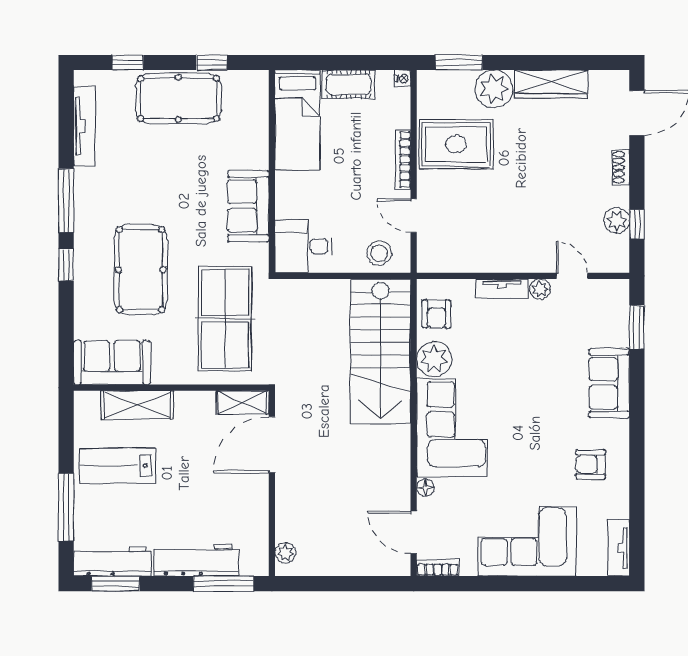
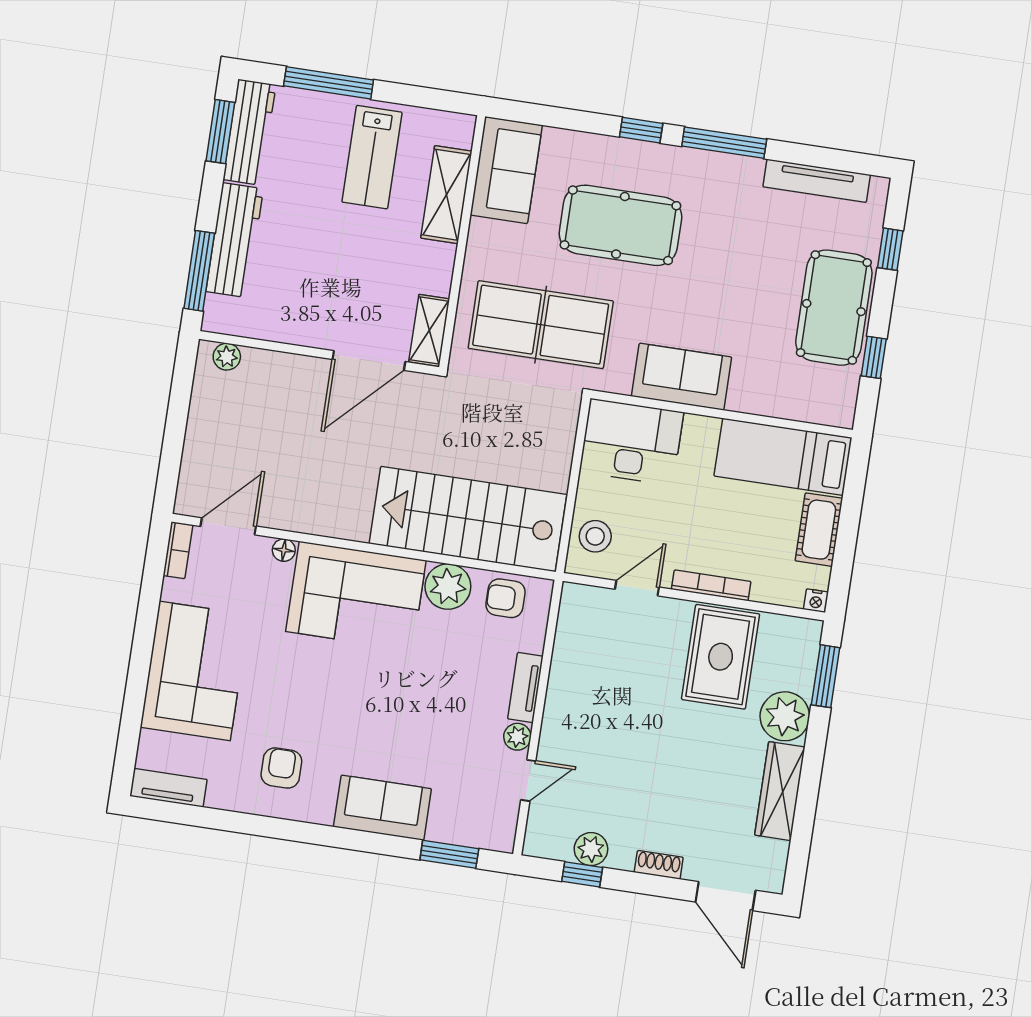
desk: (303, 246) -> (631, 442), width x1.37
door: (272, 445) -> (369, 361), swing flipped
lab bench: (117, 466) -> (372, 157), turned 180

